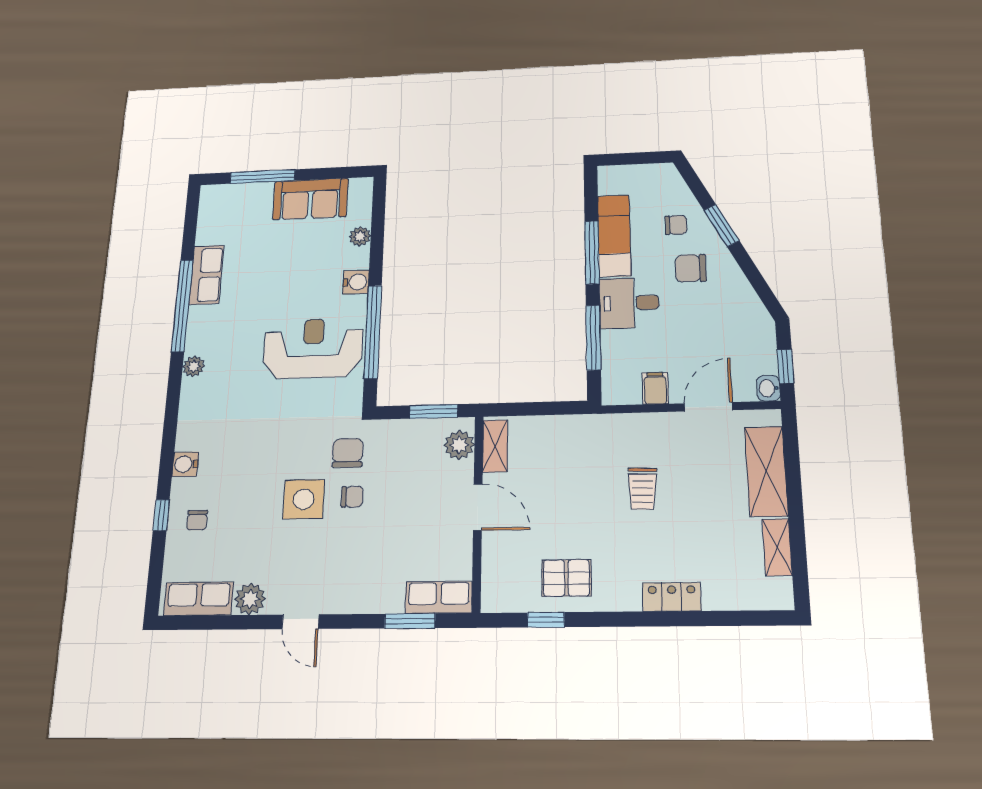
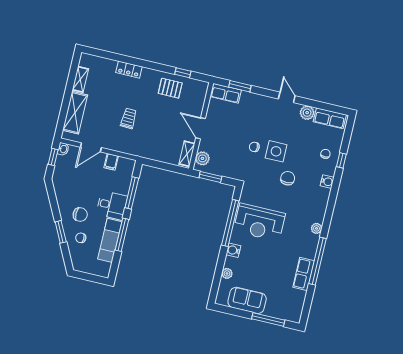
chair: (348, 453) -> (288, 178), moved, turned 180

